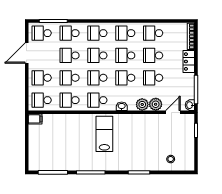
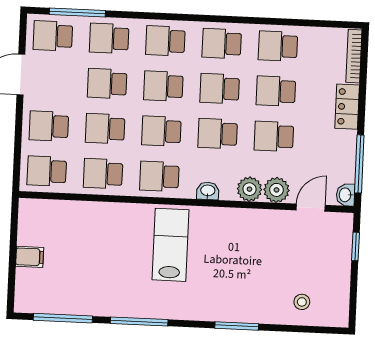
filing cabinet: (35, 119) -> (30, 257), moved

